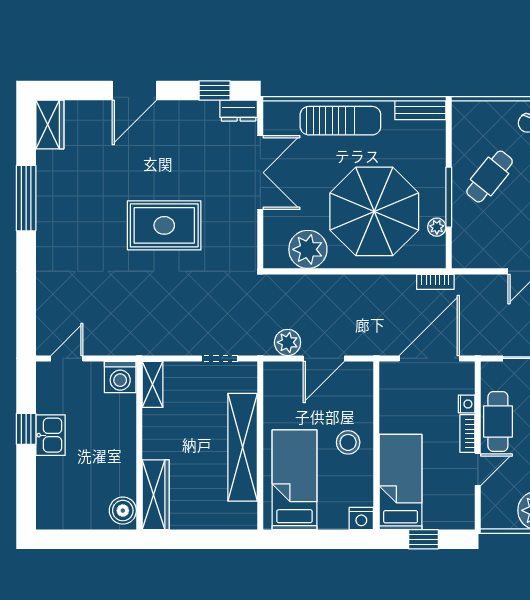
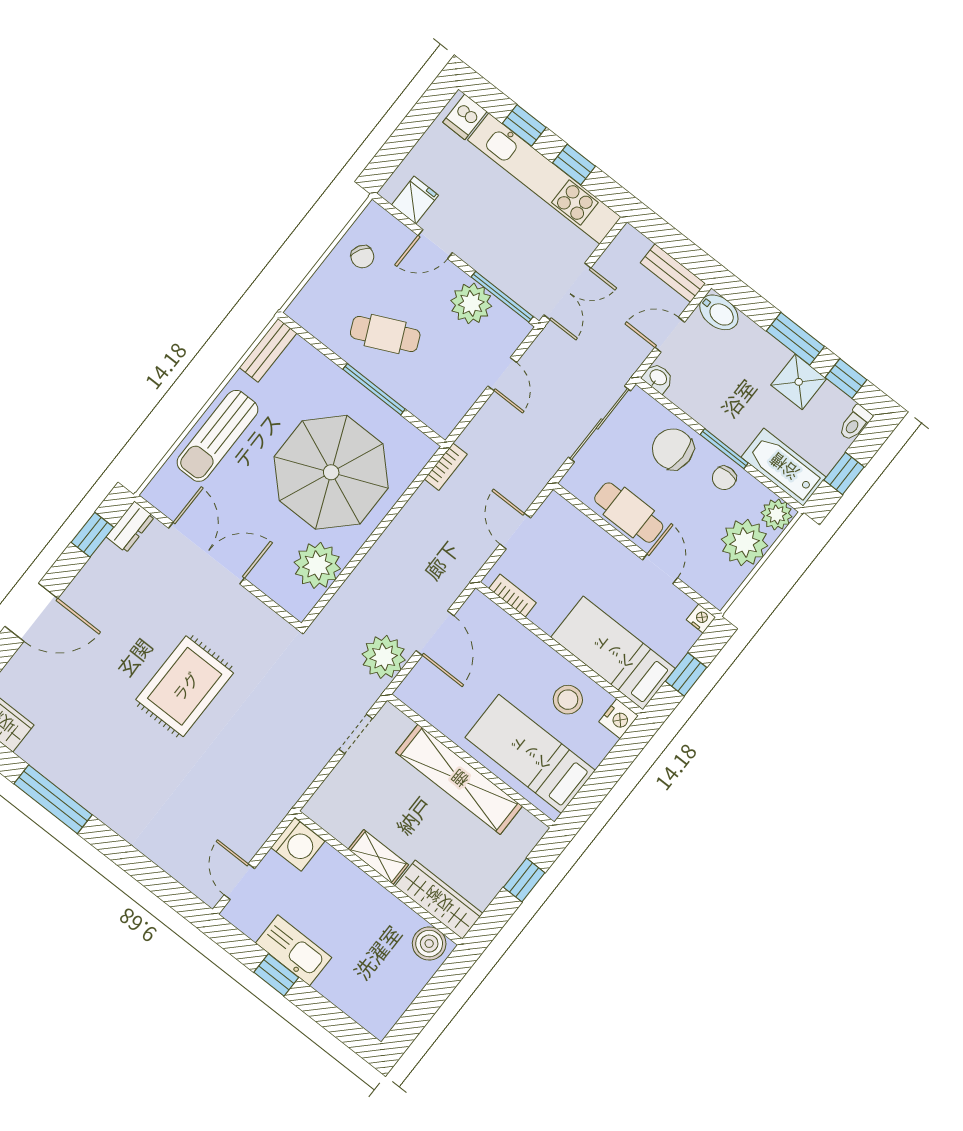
door: (134, 90) -> (31, 612), hinge flipped
sun lounger: (340, 121) -> (217, 436), turned 180
cafe table: (490, 177) -> (385, 334), turned -64
plant: (437, 227) -> (394, 424), removed
plant: (288, 342) -> (384, 657), width x1.36, depth x1.36
door: (429, 358) -> (515, 531), width x0.53
shelving: (153, 384) -> (378, 857), moved
nightstand: (467, 404) -> (701, 619), moved
bookcase: (467, 434) -> (513, 596), moved, turned 180
kitchen sink: (51, 435) -> (294, 950), width x1.38
stool: (348, 442) -> (568, 700), moved
window: (211, 539) -> (524, 880), added

